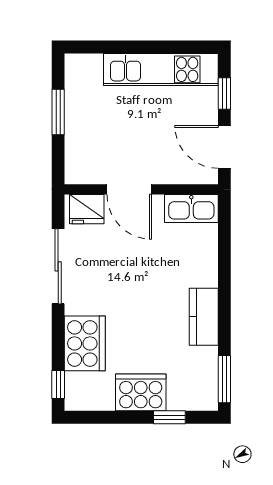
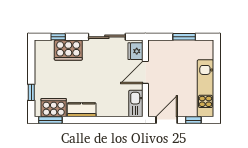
window: (58, 385) -> (58, 37), moved
cooker: (141, 392) -> (54, 108), moved, turned -90

